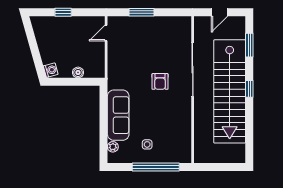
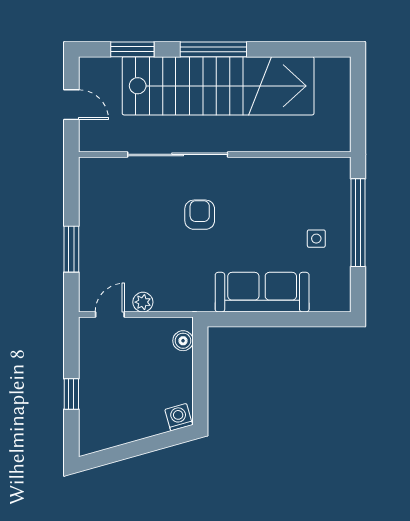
door: (106, 33) -> (110, 314), swing flipped
boiler: (78, 72) -> (183, 341), moved
armchair: (160, 81) -> (200, 215), turned -90
window: (249, 89) -> (213, 49), width x2.17
plant: (113, 147) -> (143, 302), moved

